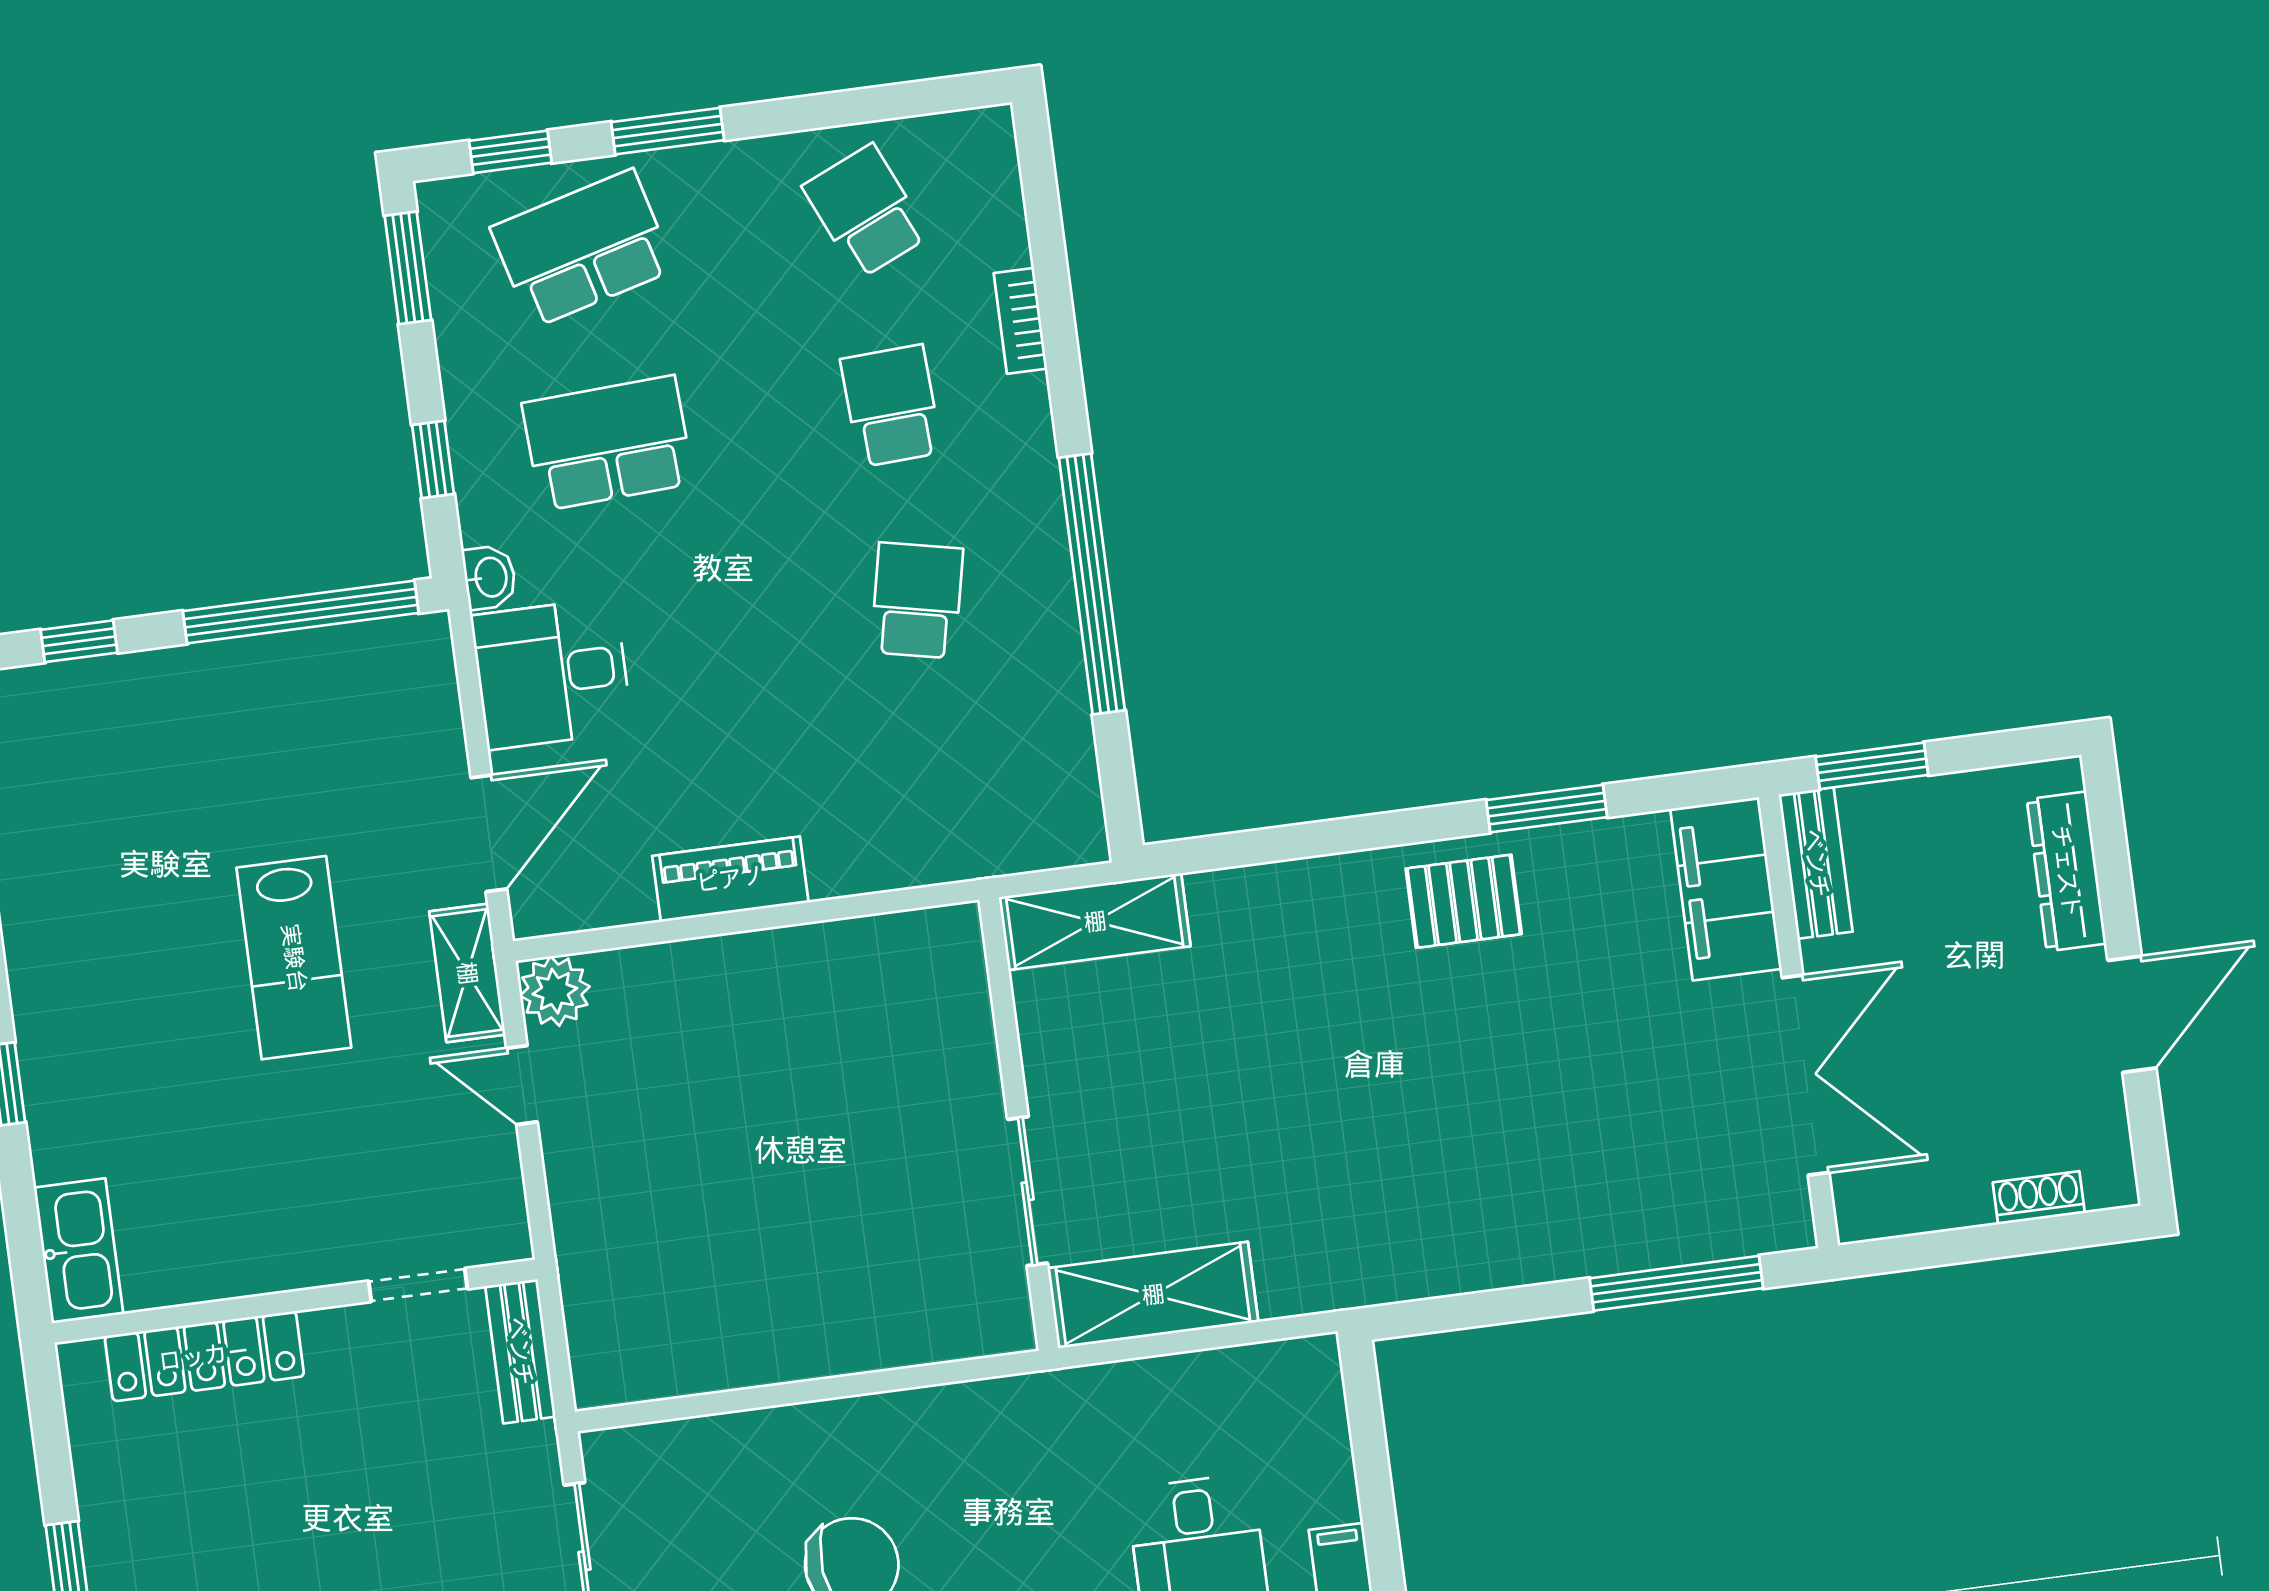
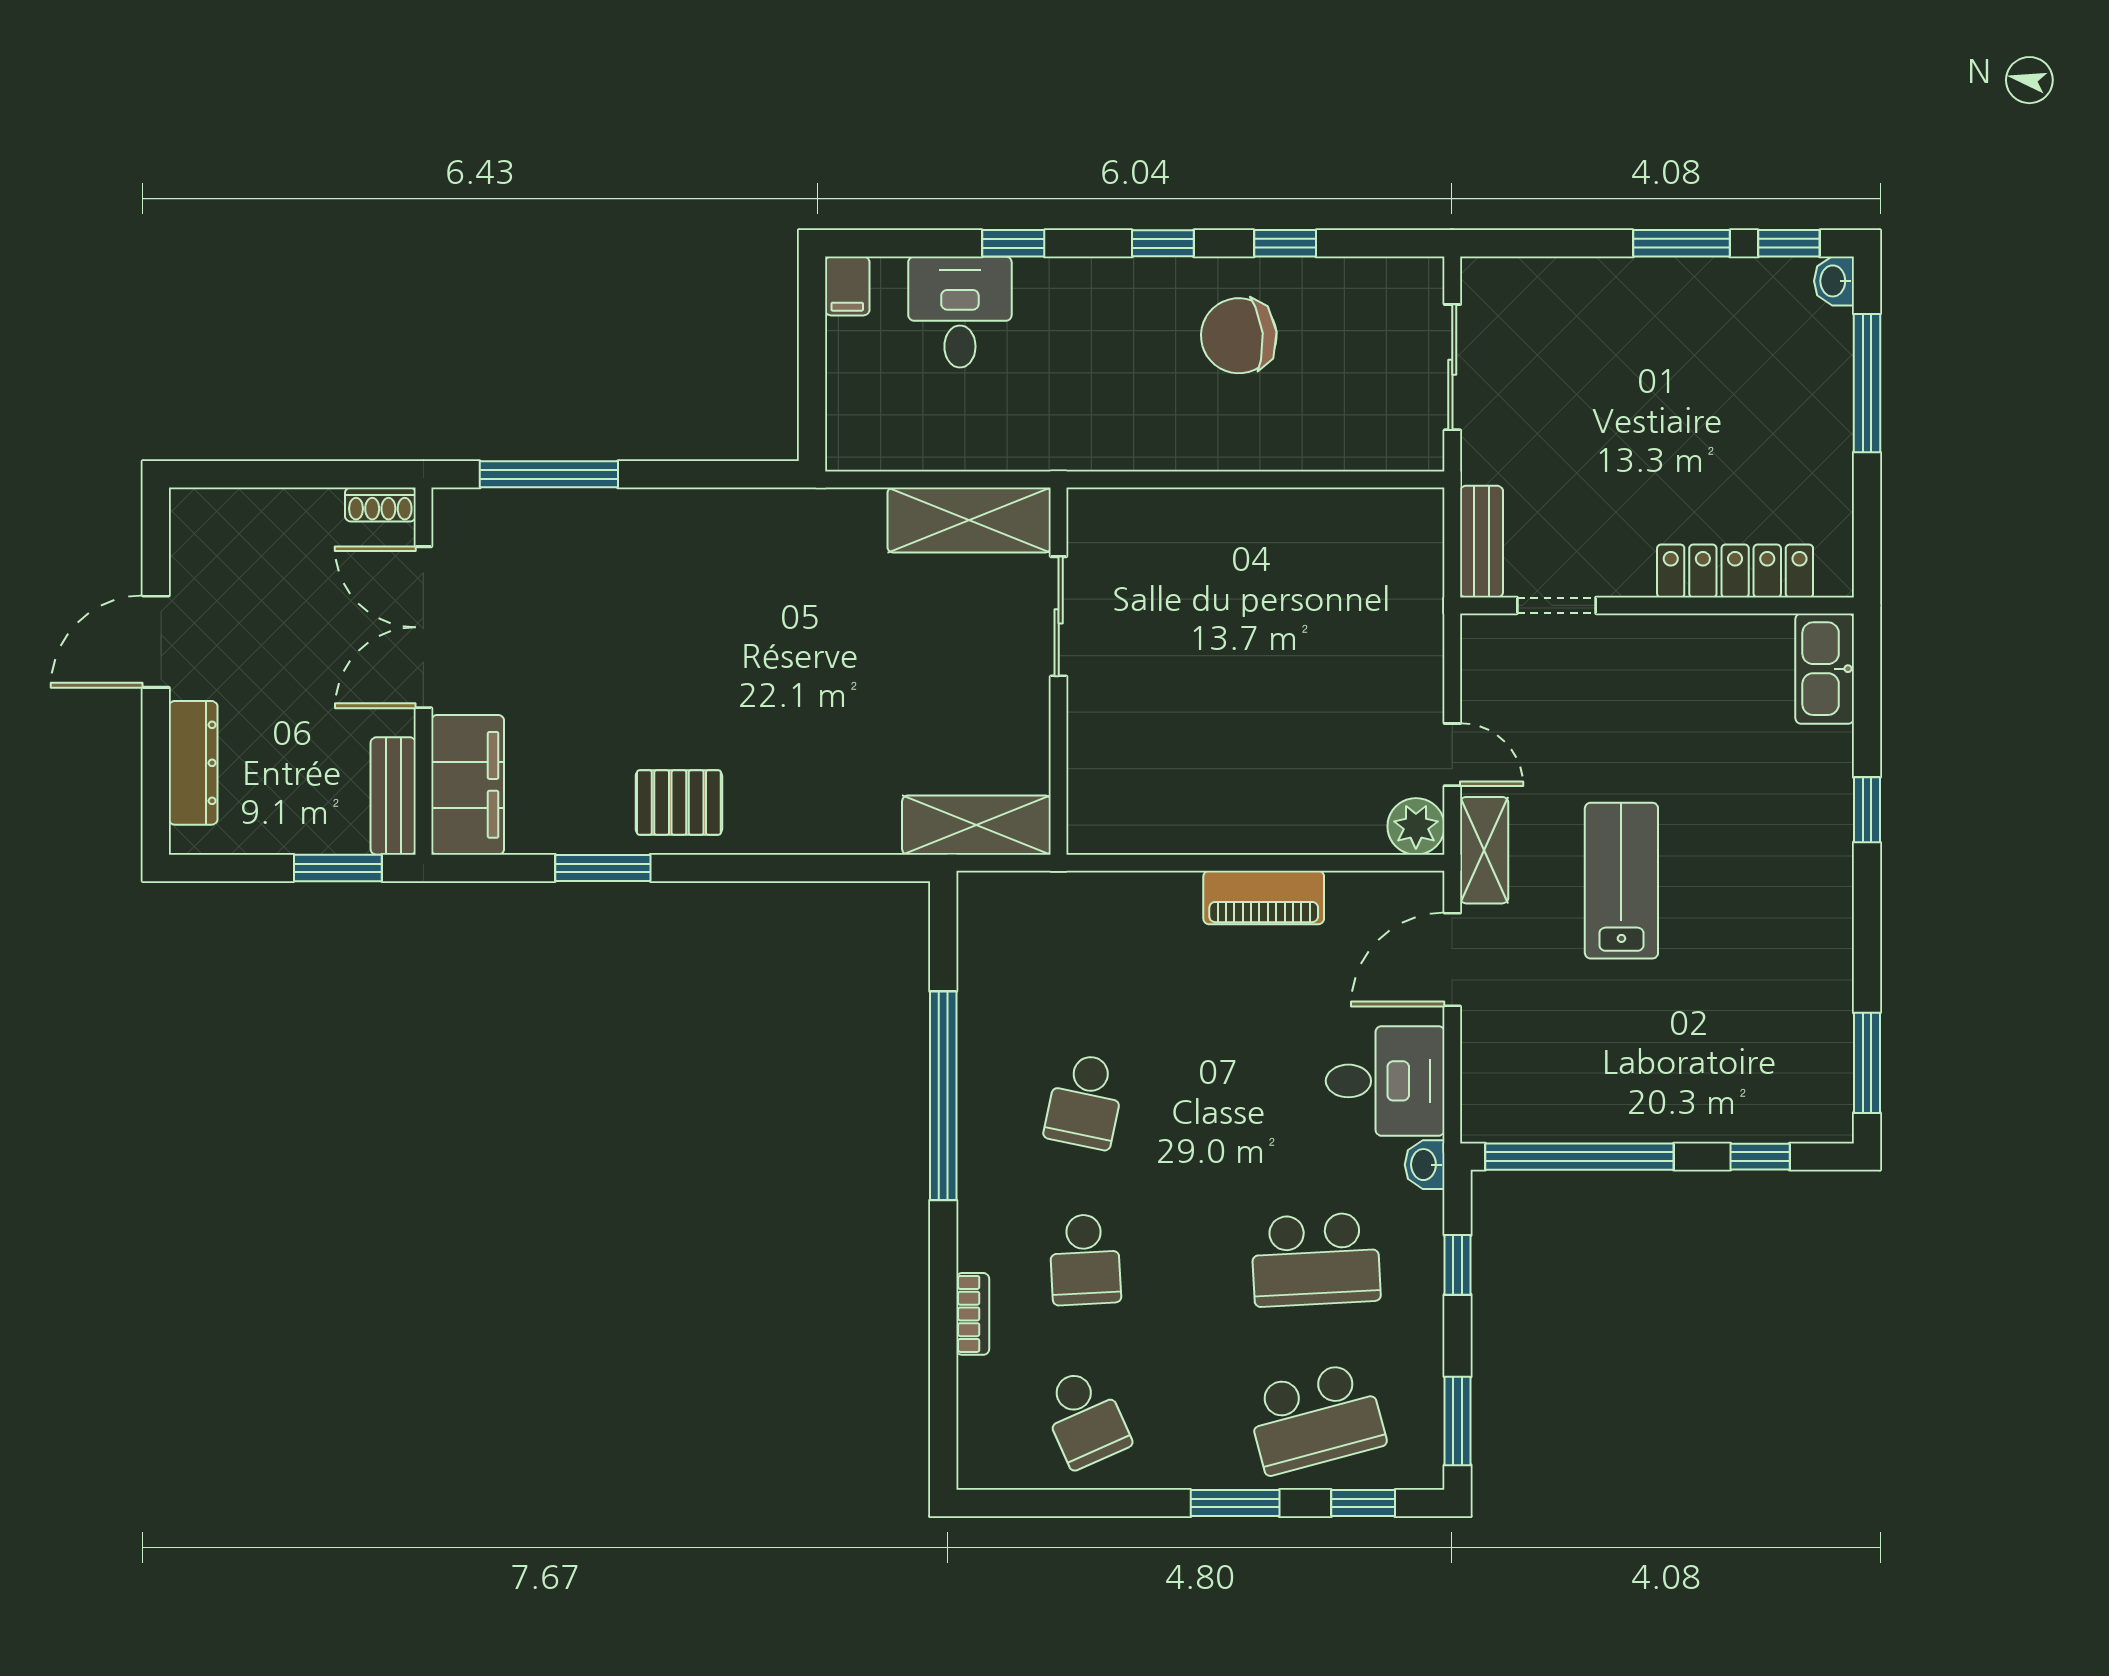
shoe rack: (2039, 1198) -> (380, 505), moved

